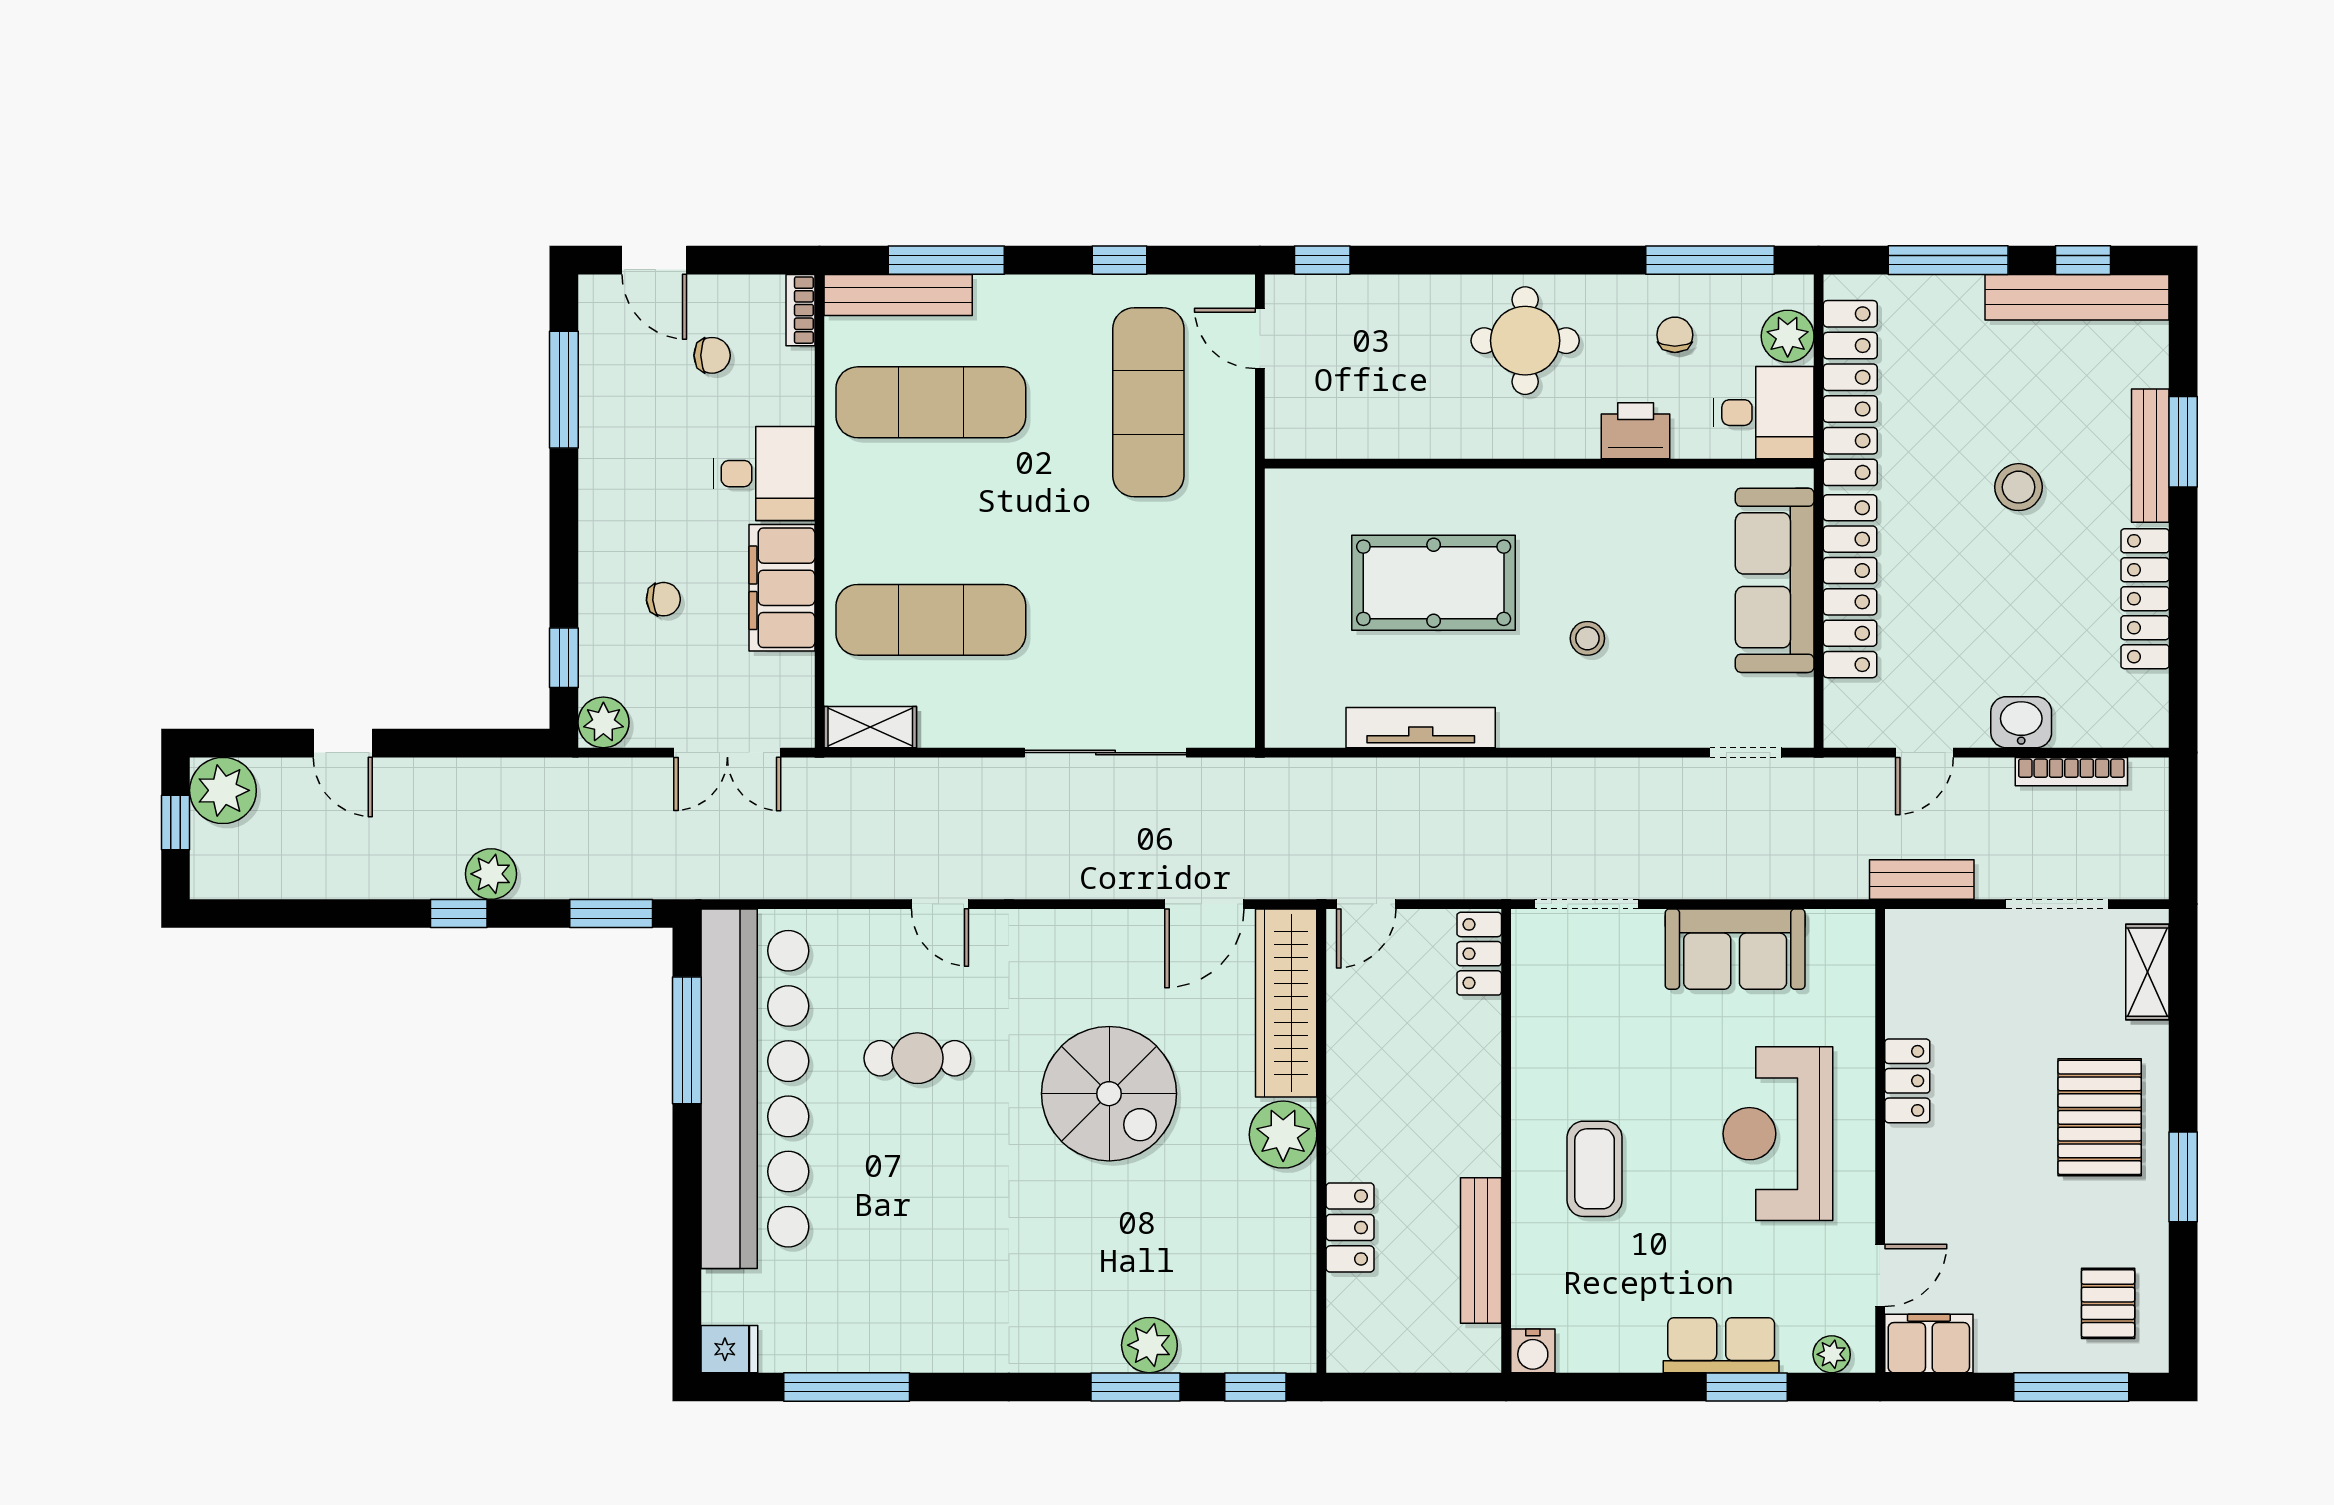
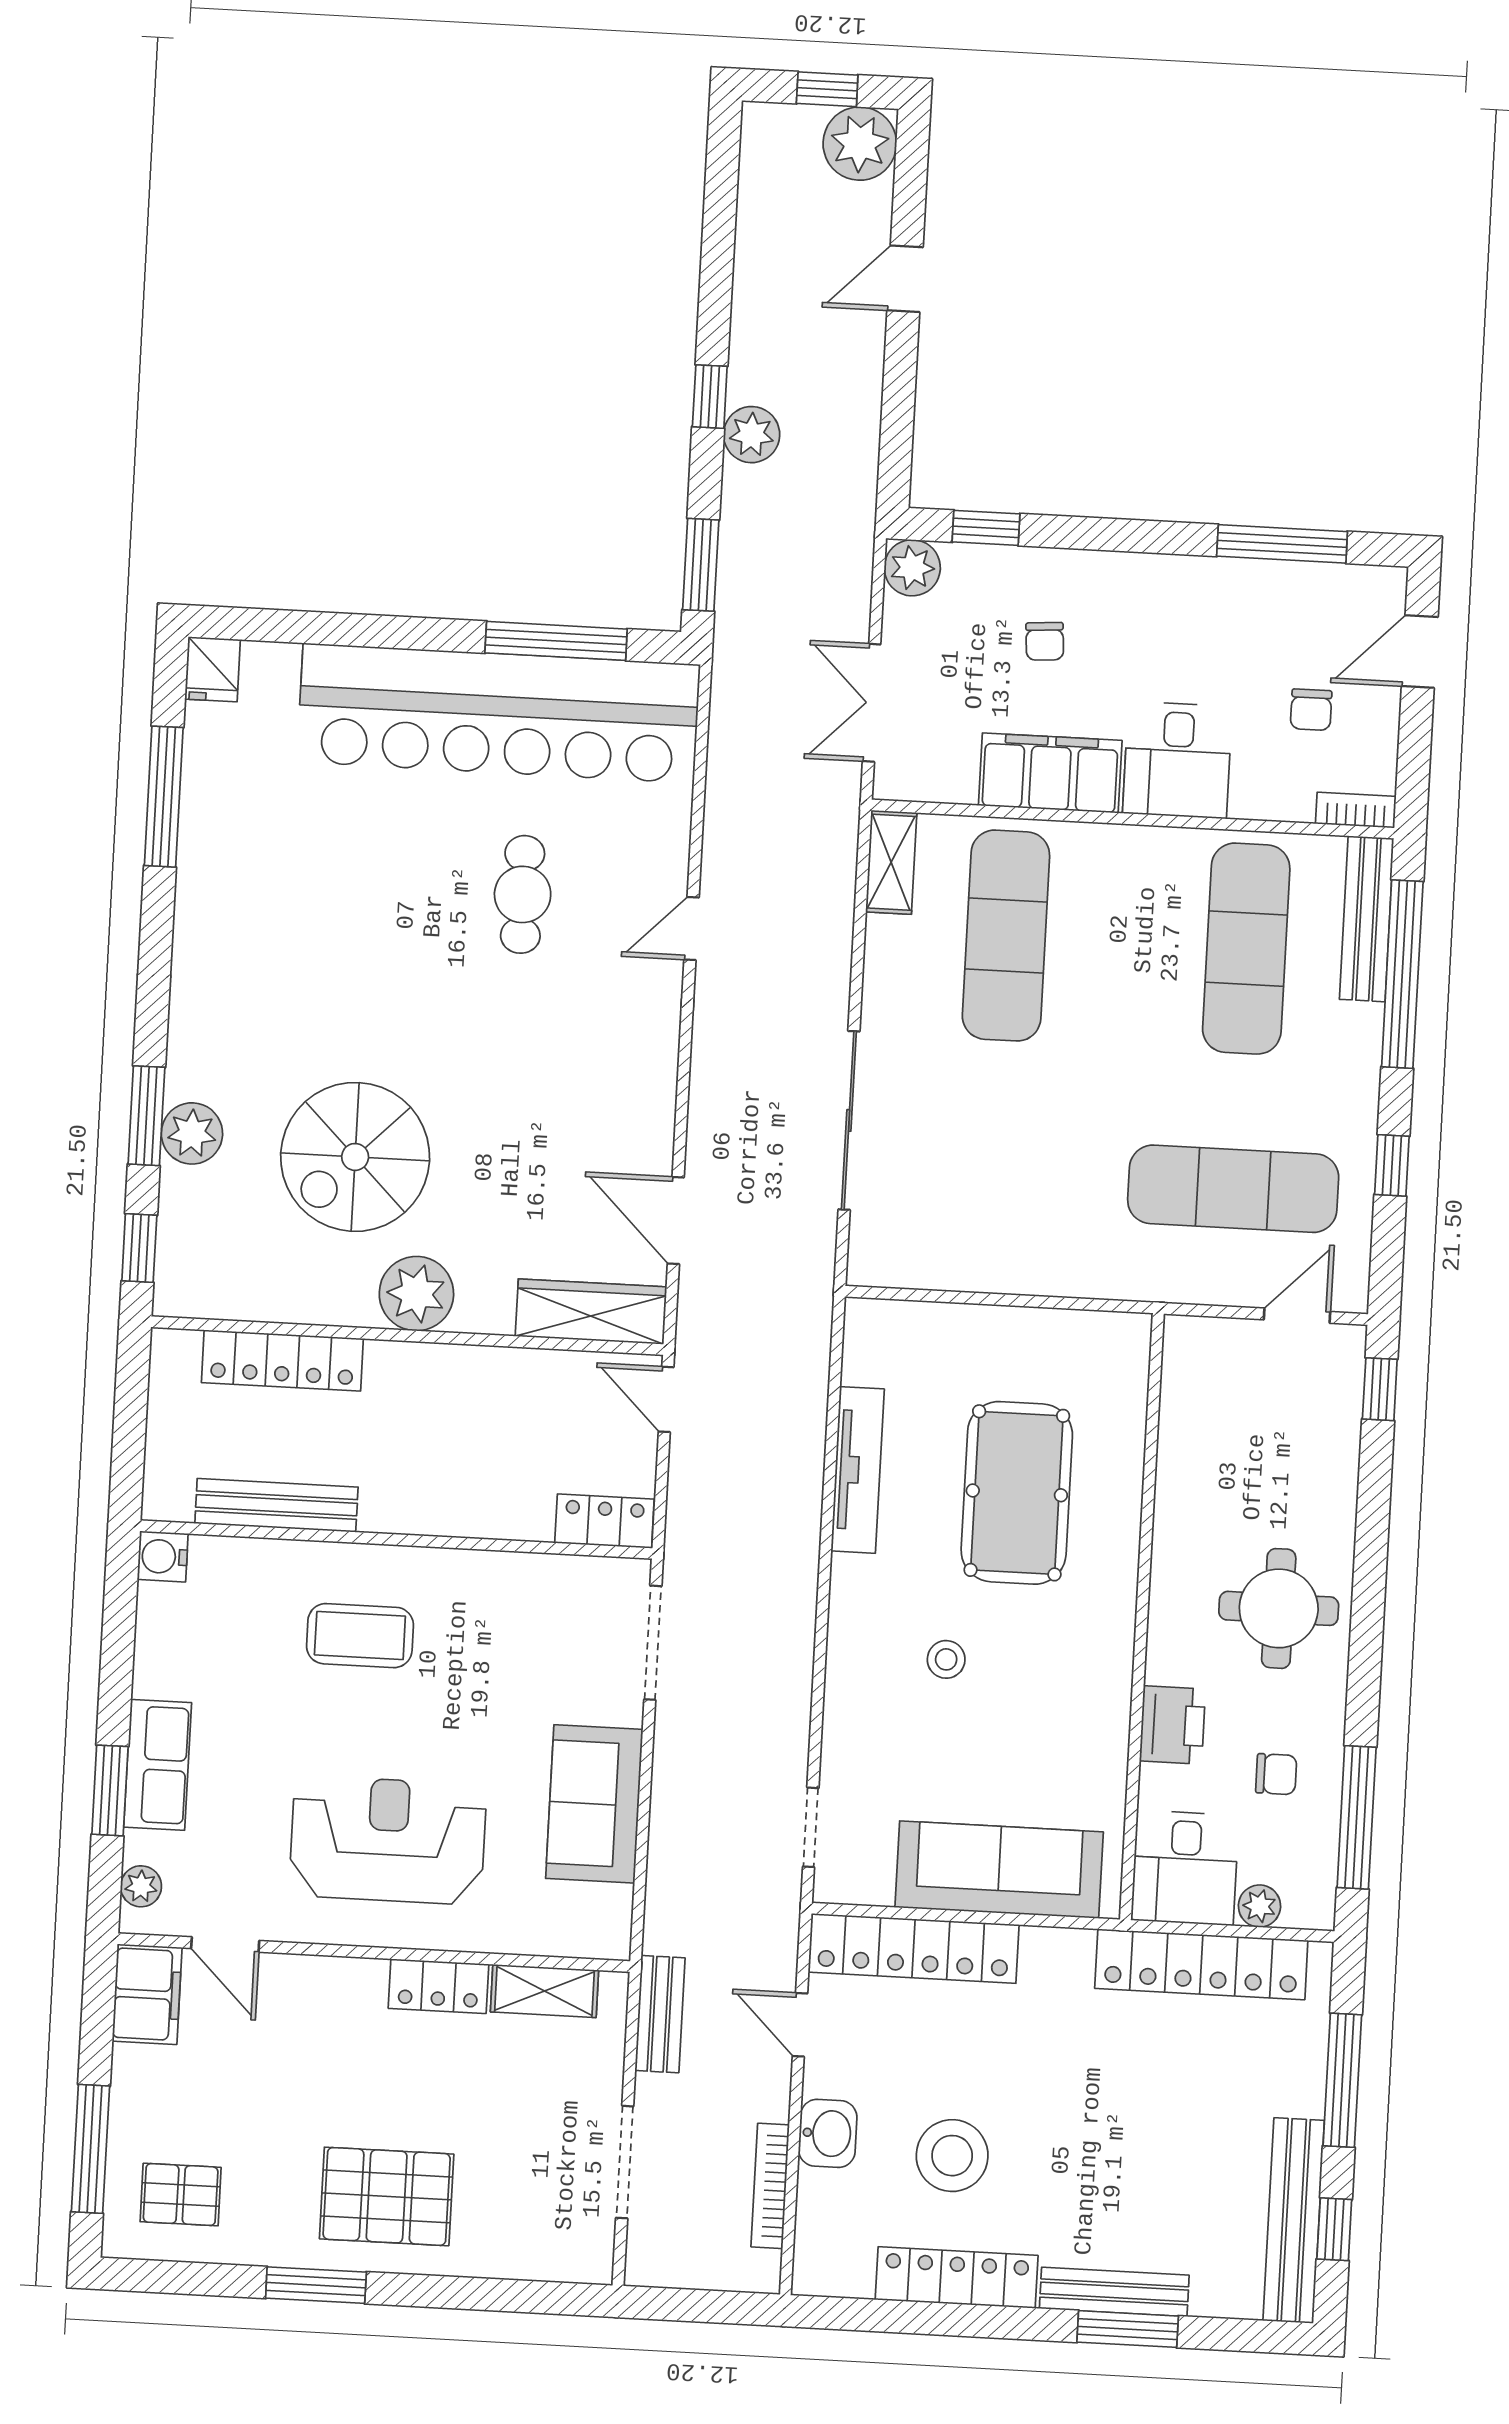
window: (946, 260) -> (1402, 974), width x1.46
plant: (1788, 336) -> (1259, 1906), width x0.73, depth x0.73
stool: (2019, 487) -> (952, 2156), moved, width x1.38, depth x1.38
locker: (1850, 586) -> (914, 1948), moved
shelving: (2147, 972) -> (544, 1991), moved
wardrobe: (1286, 1003) -> (591, 1312), width x0.71, depth x0.85
spiral stairs: (1109, 1094) -> (355, 1157), moved
locker: (1350, 1227) -> (282, 1361), width x1.53

